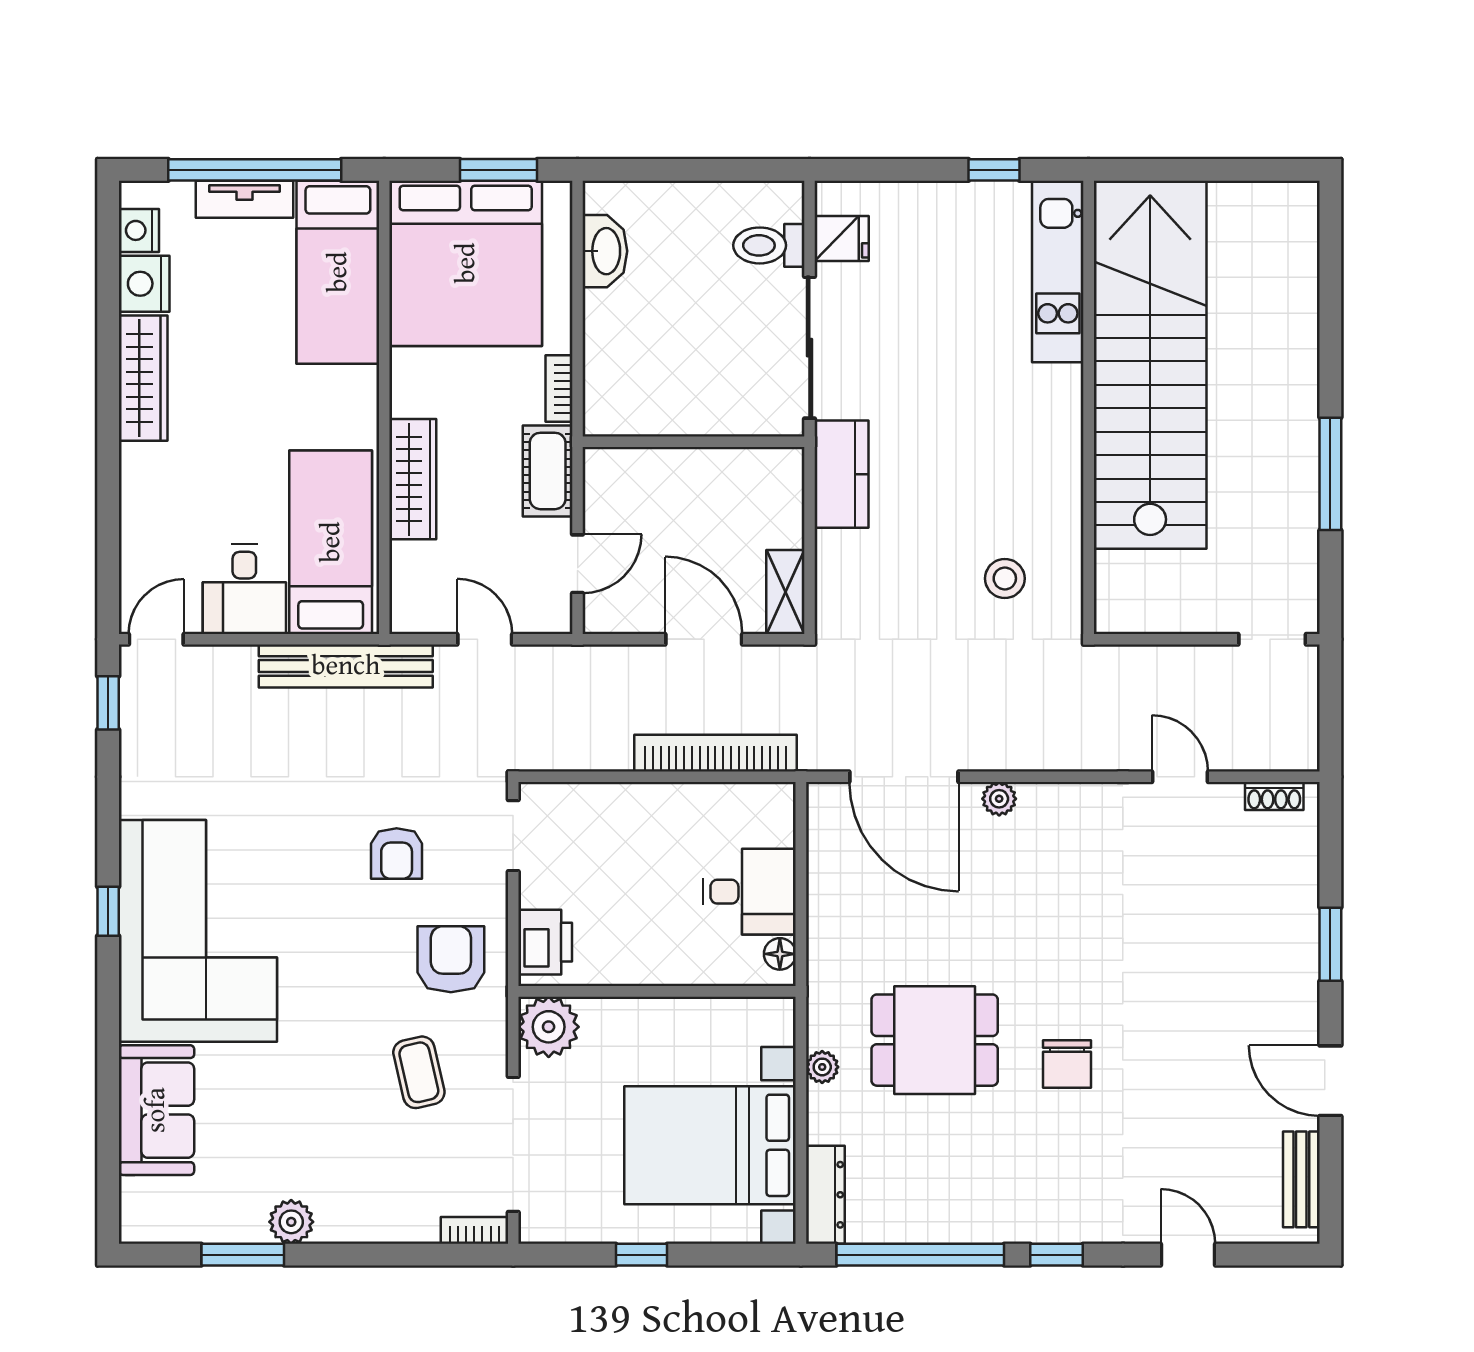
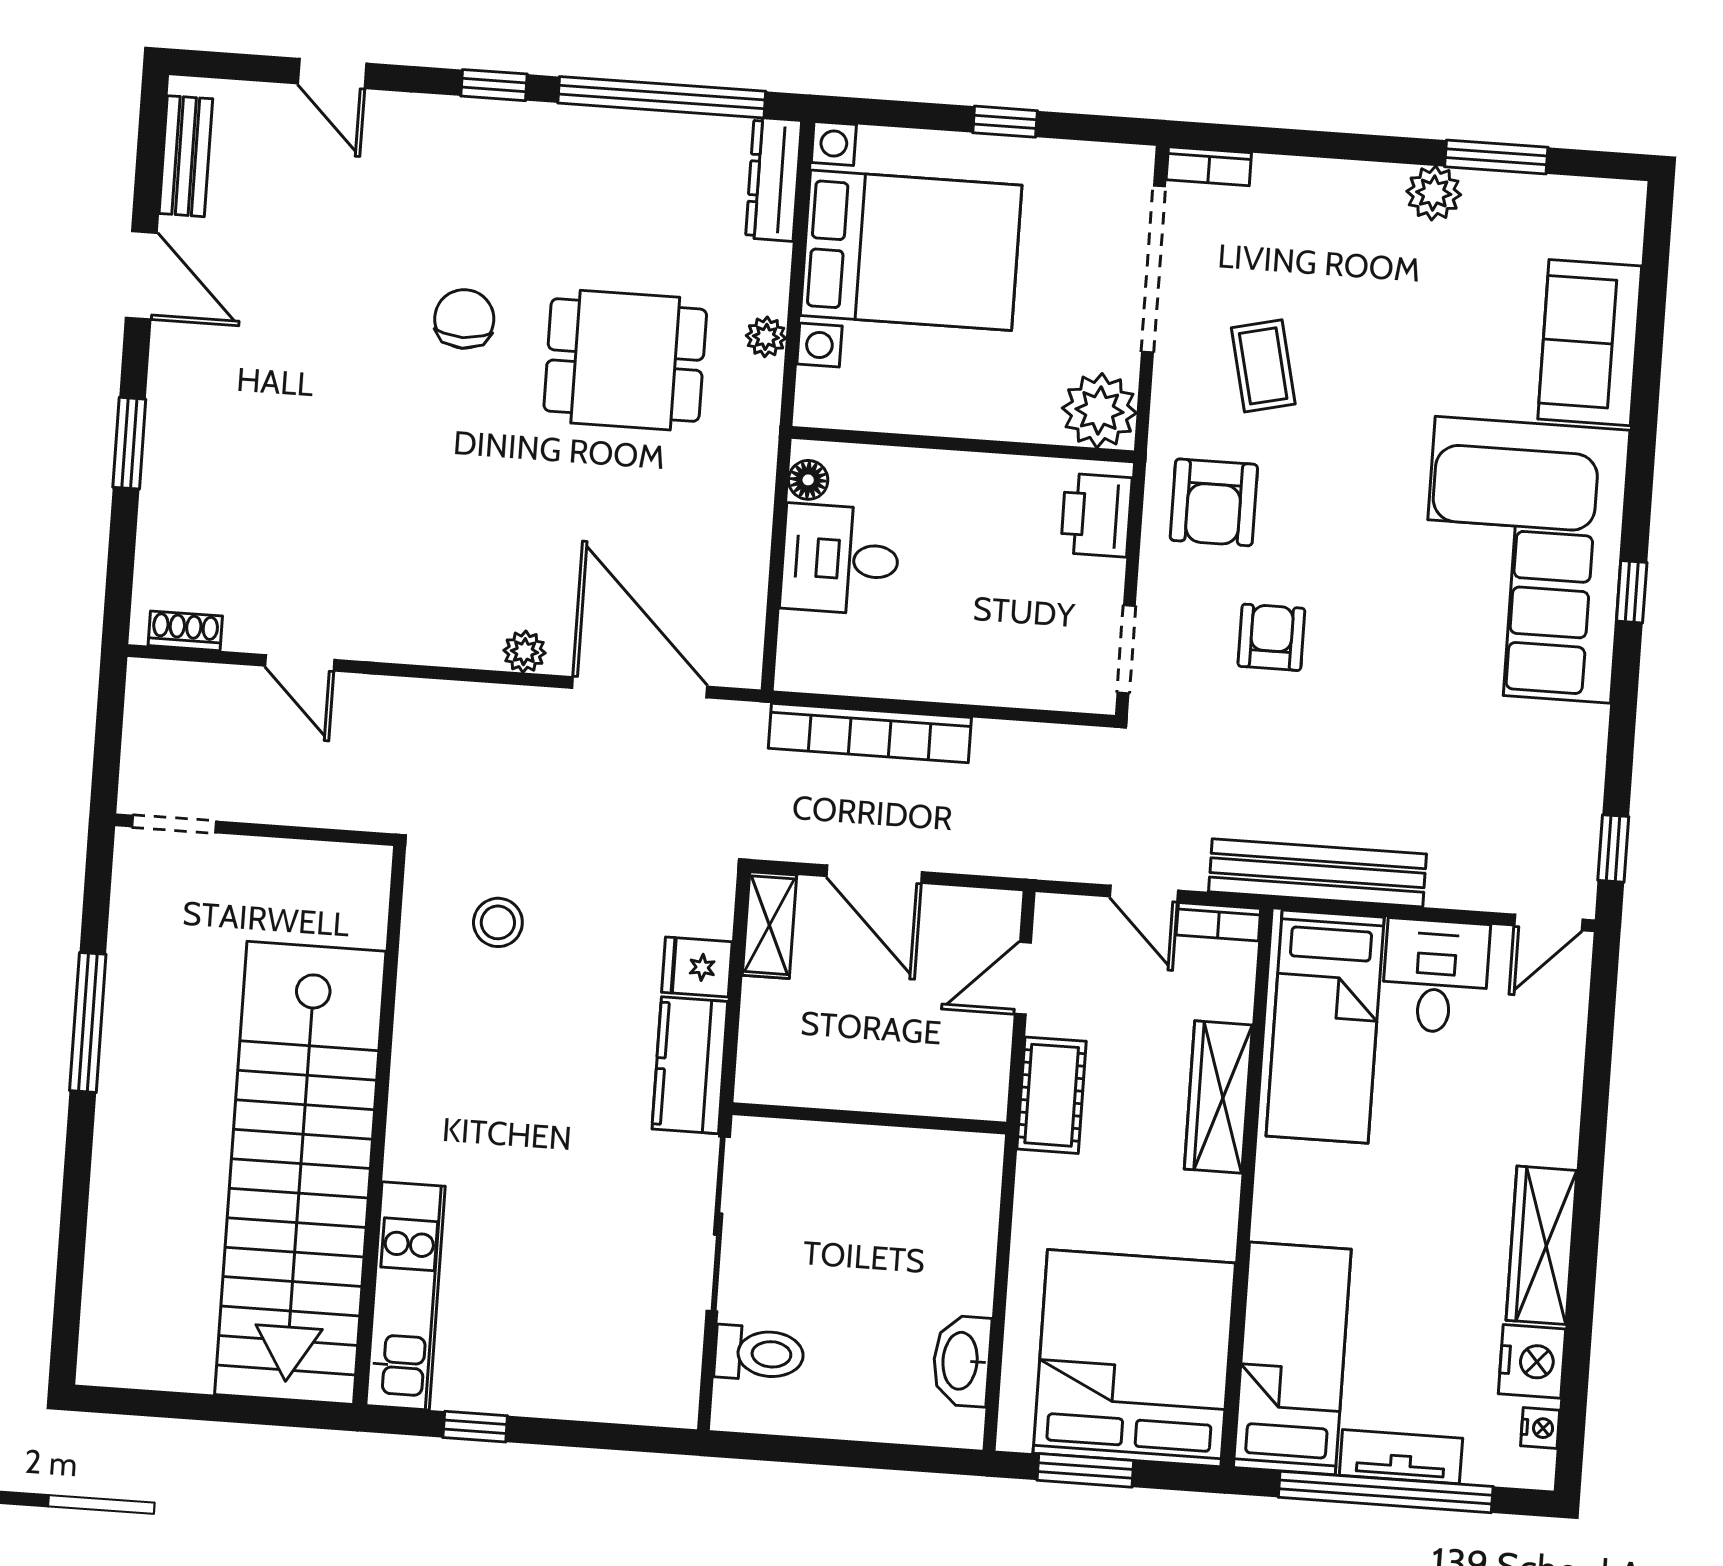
nightstand: (139, 230) -> (1540, 1428), width x0.72, depth x0.74
fridge: (842, 239) -> (697, 967), moved
bookcase: (559, 389) -> (1218, 922), moved, turned 90

